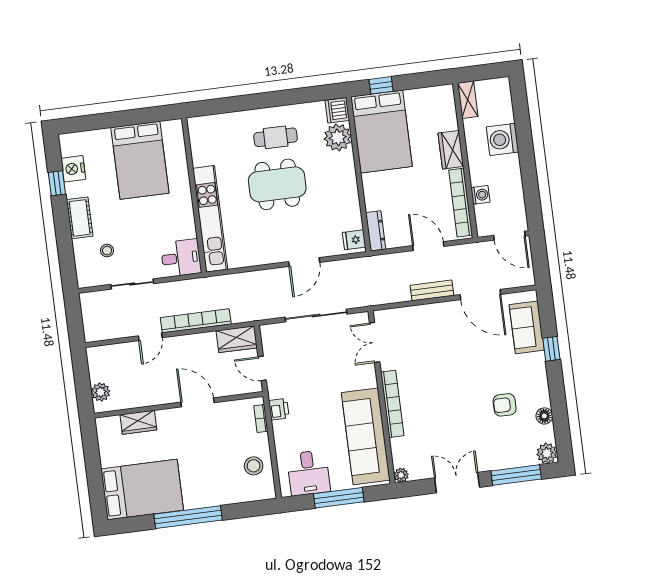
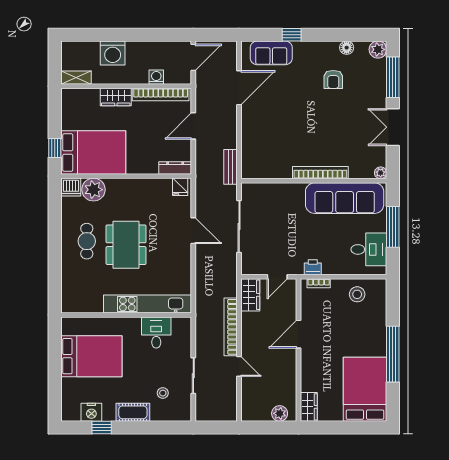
desk: (181, 258) -> (156, 332), moved
bench: (432, 290) -> (230, 167), moved
double door: (375, 342) -> (268, 181), removed
wardrobe: (138, 422) -> (309, 407), moved

